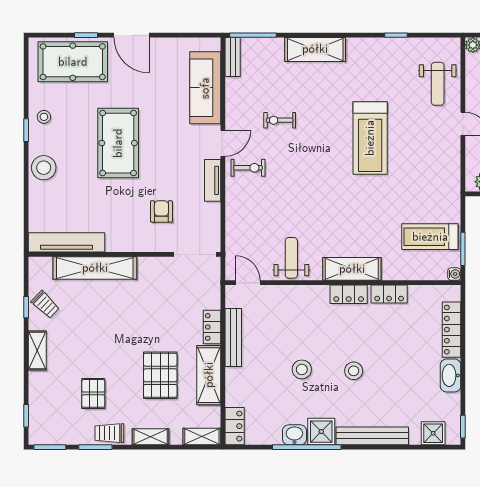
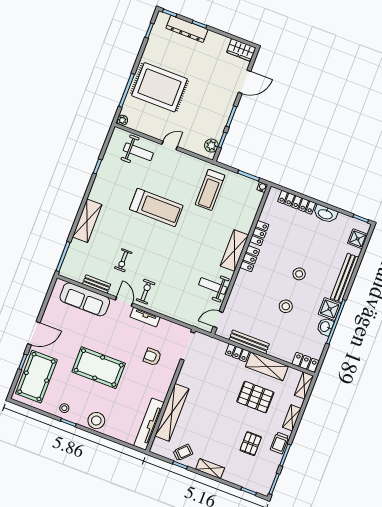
bench: (233, 57) -> (97, 284), moved
treadmill: (430, 237) -> (210, 190), moved
pallet: (93, 393) -> (251, 444), turned 90

